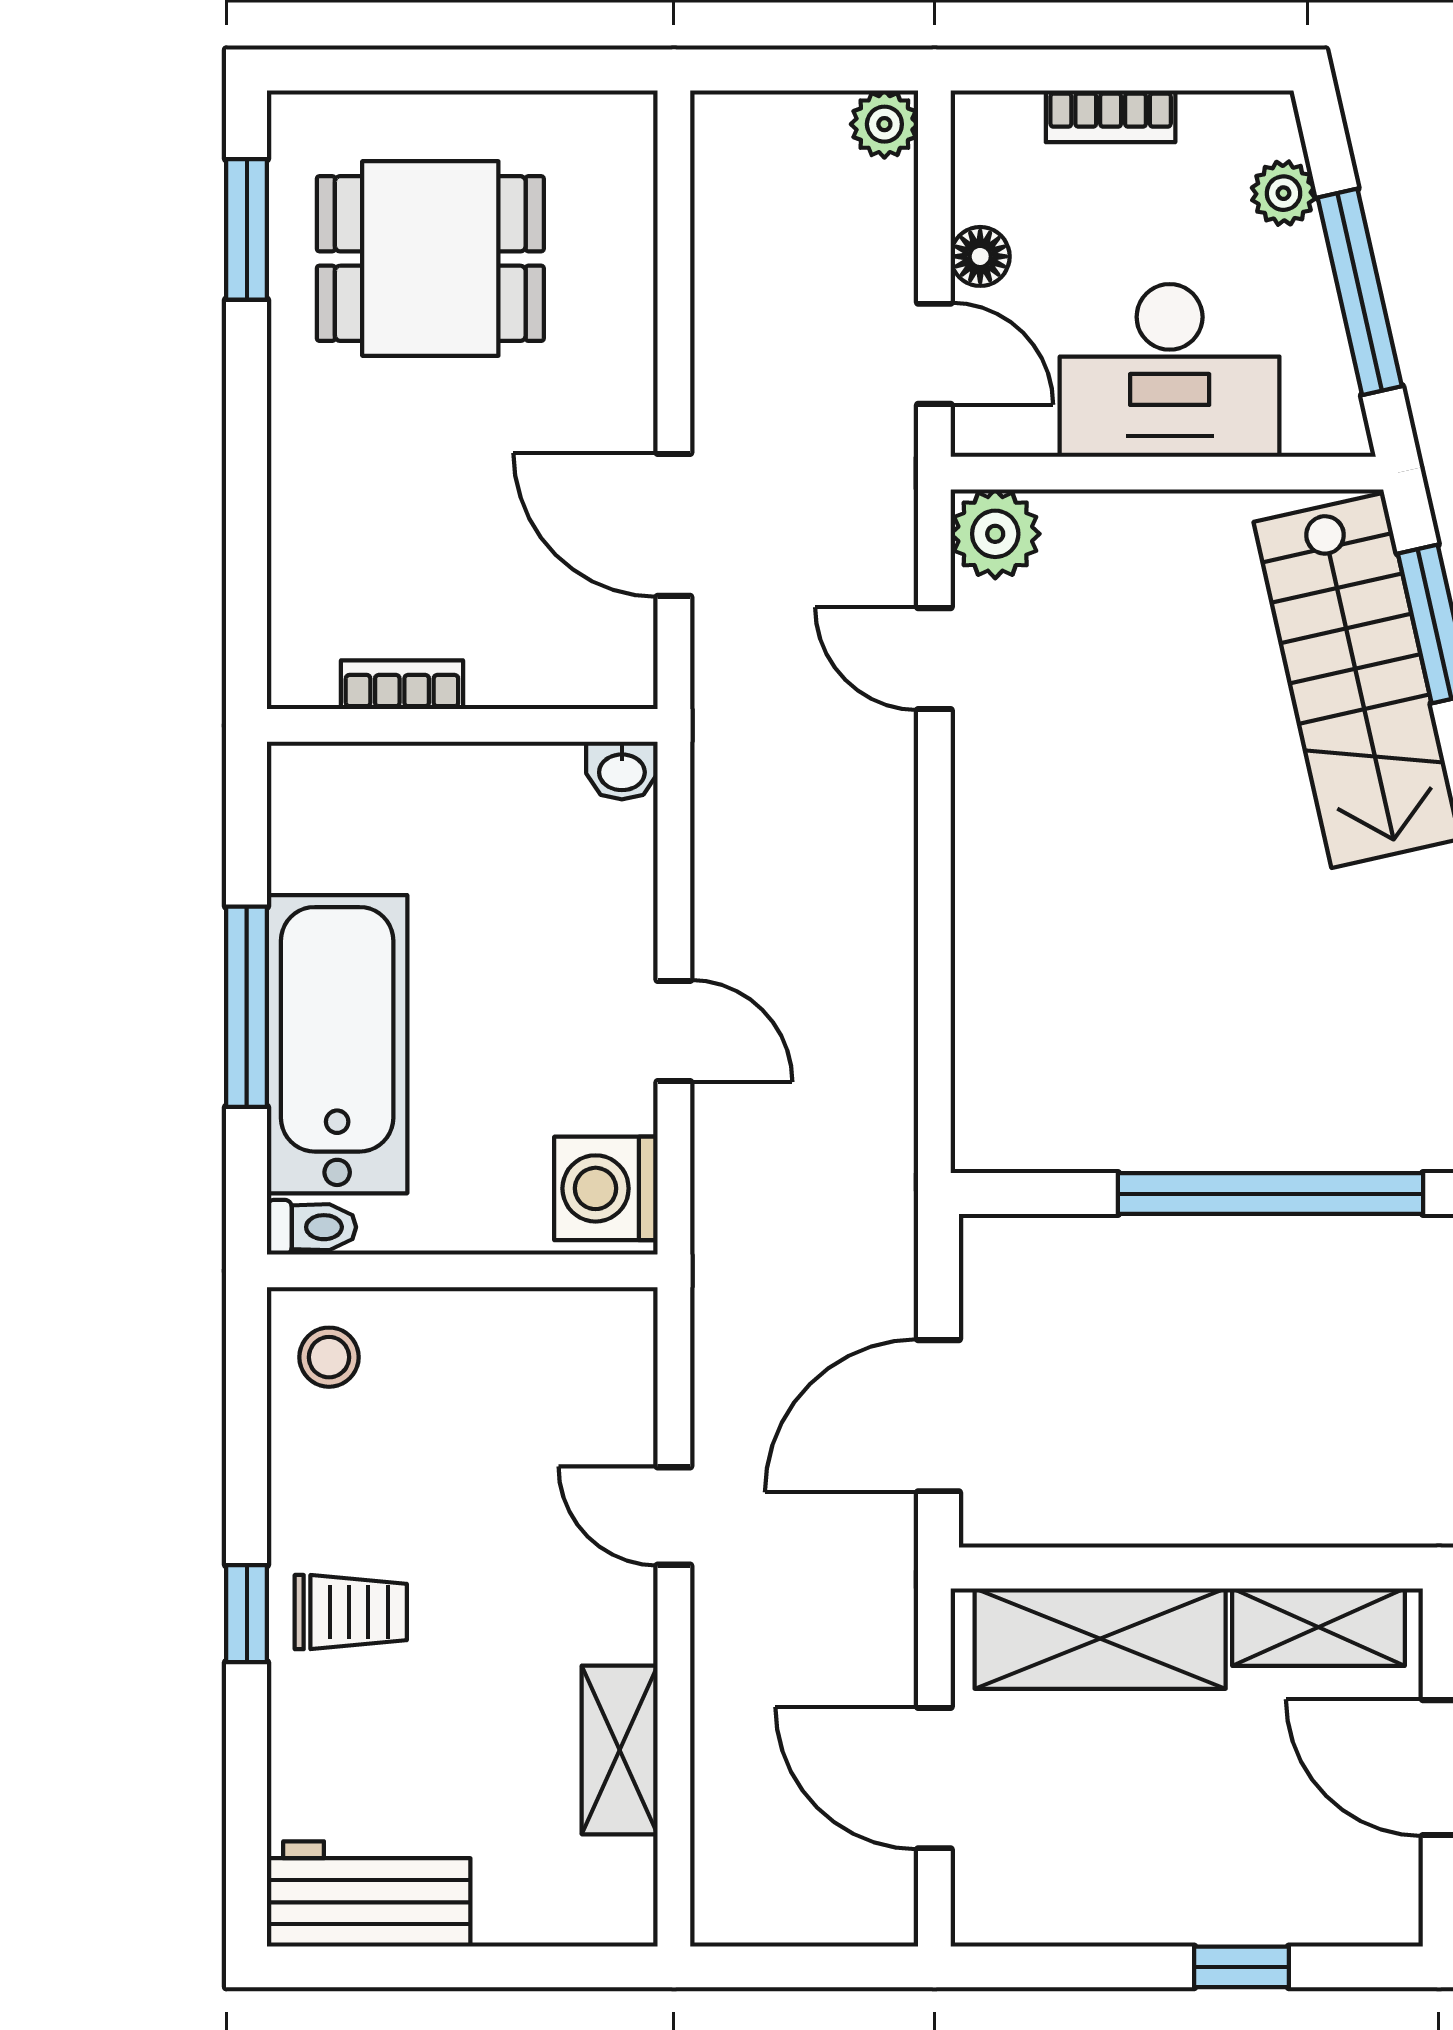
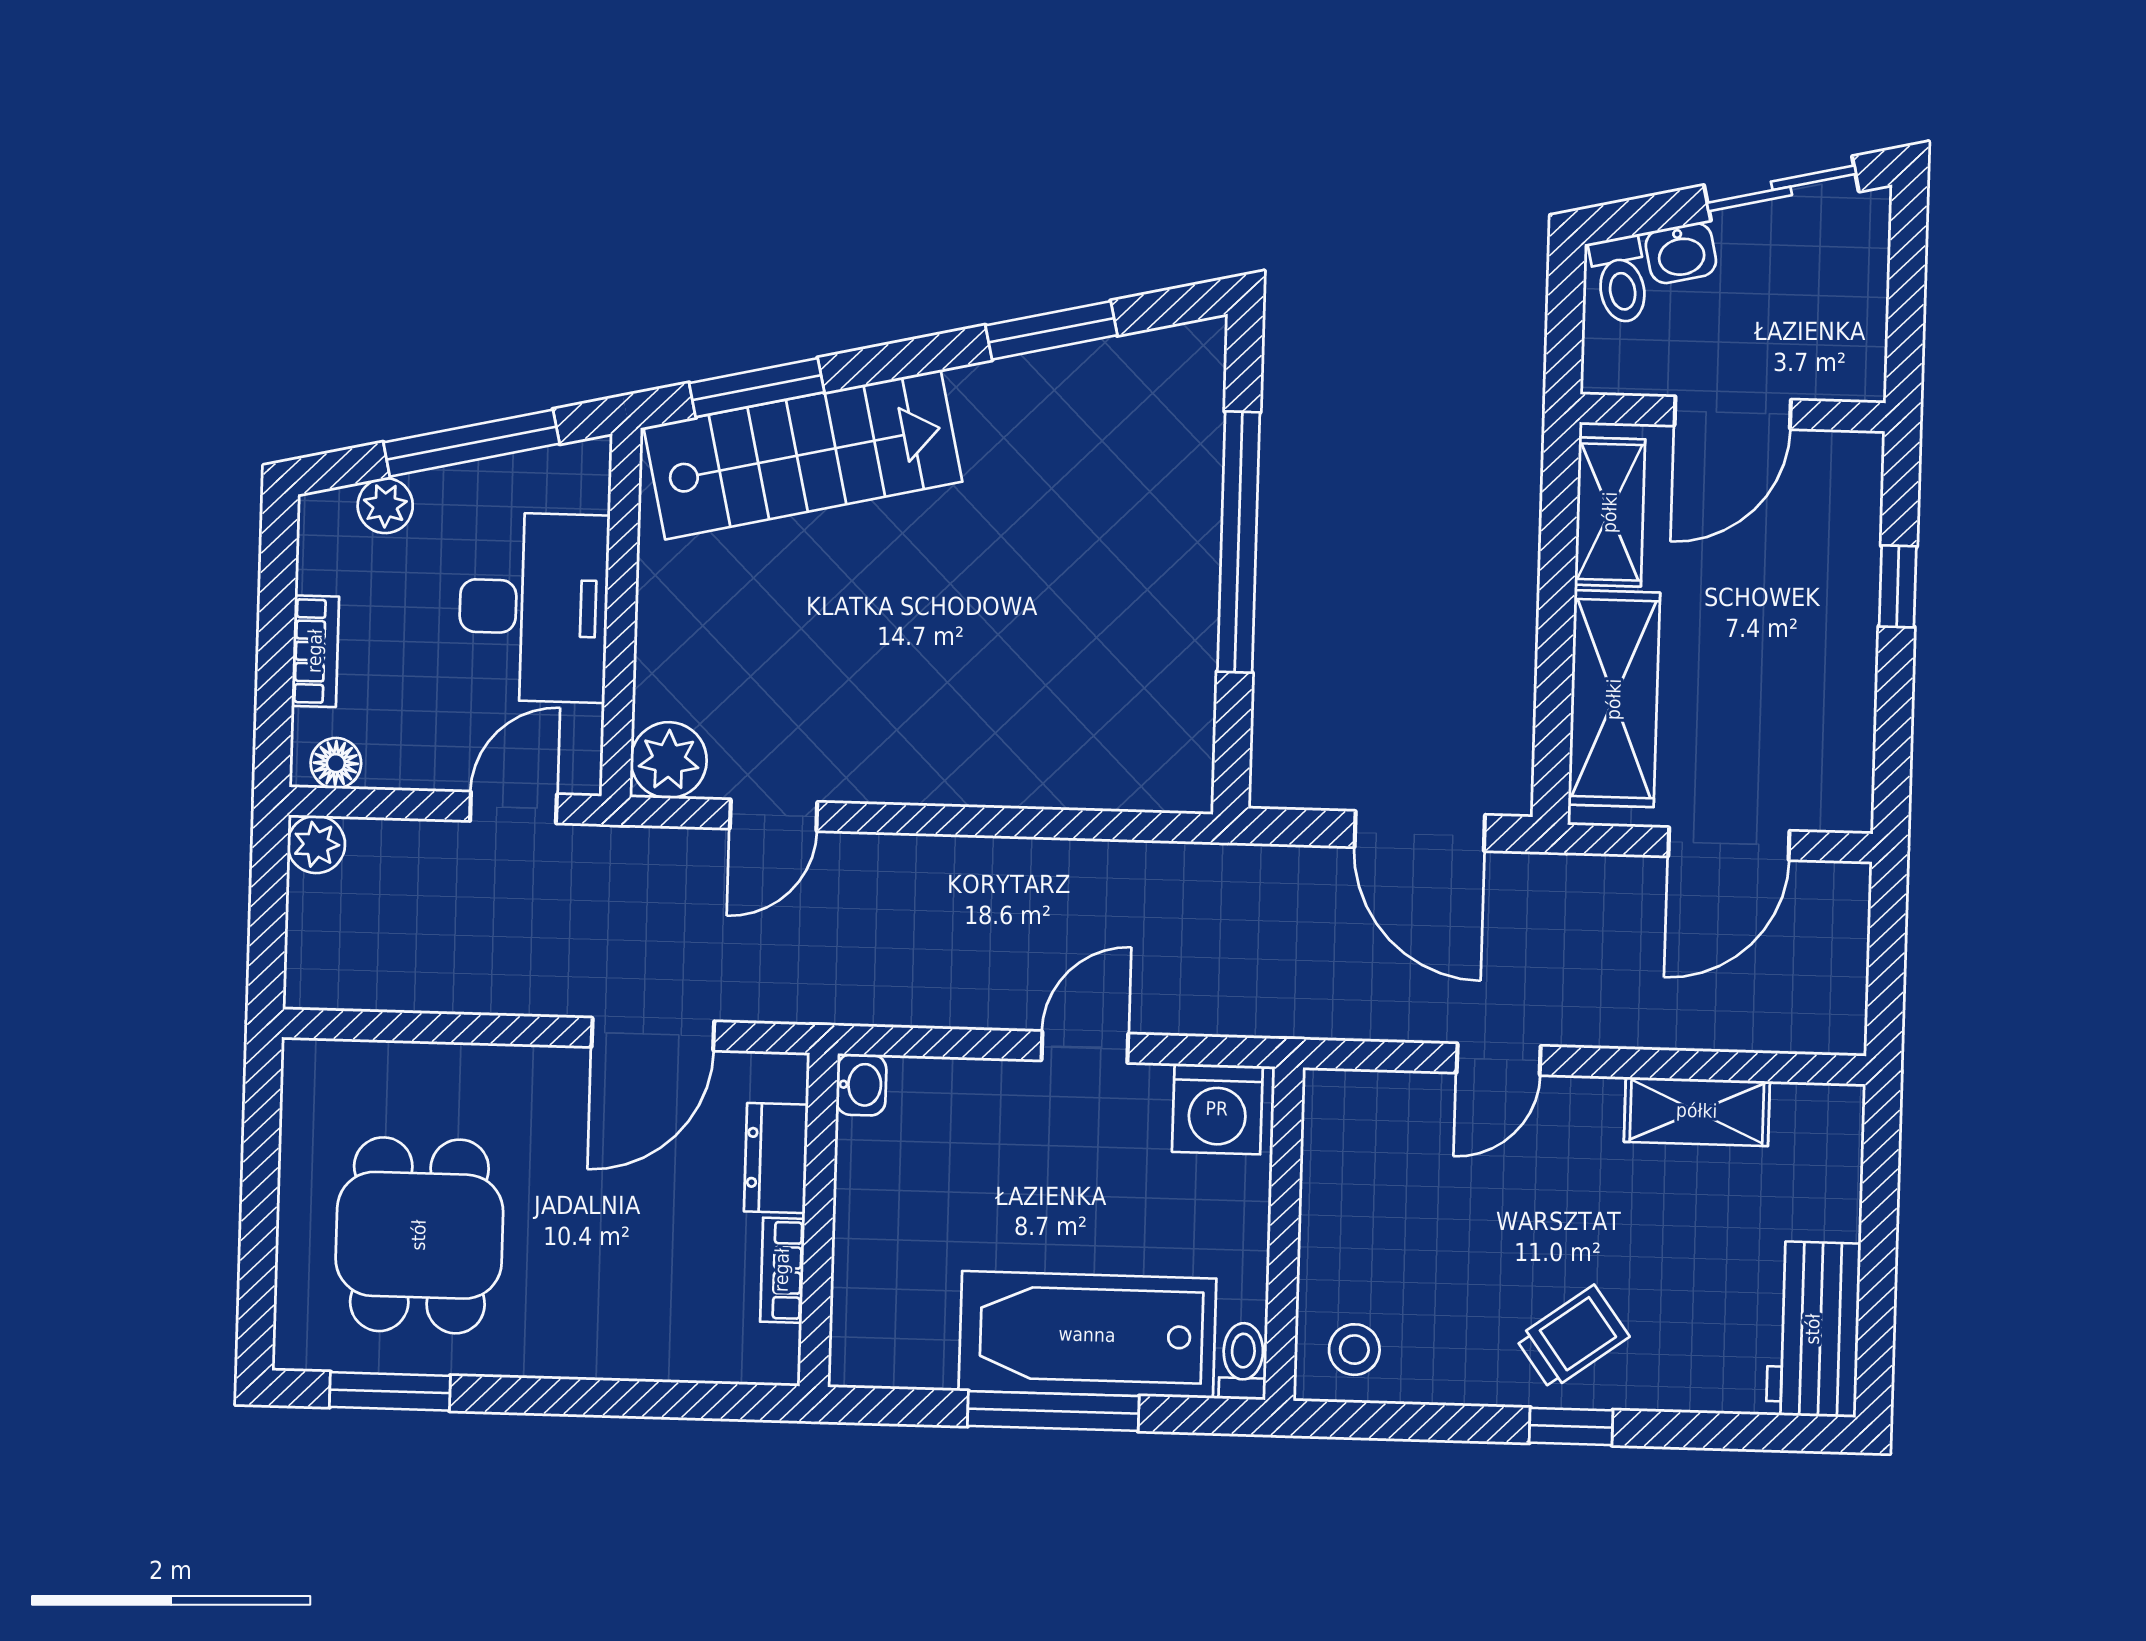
floor lamp: (980, 256) -> (336, 763), moved
dresser: (533, 673) -> (776, 1158), added
trolley: (351, 1612) -> (1572, 1337), turned 54

